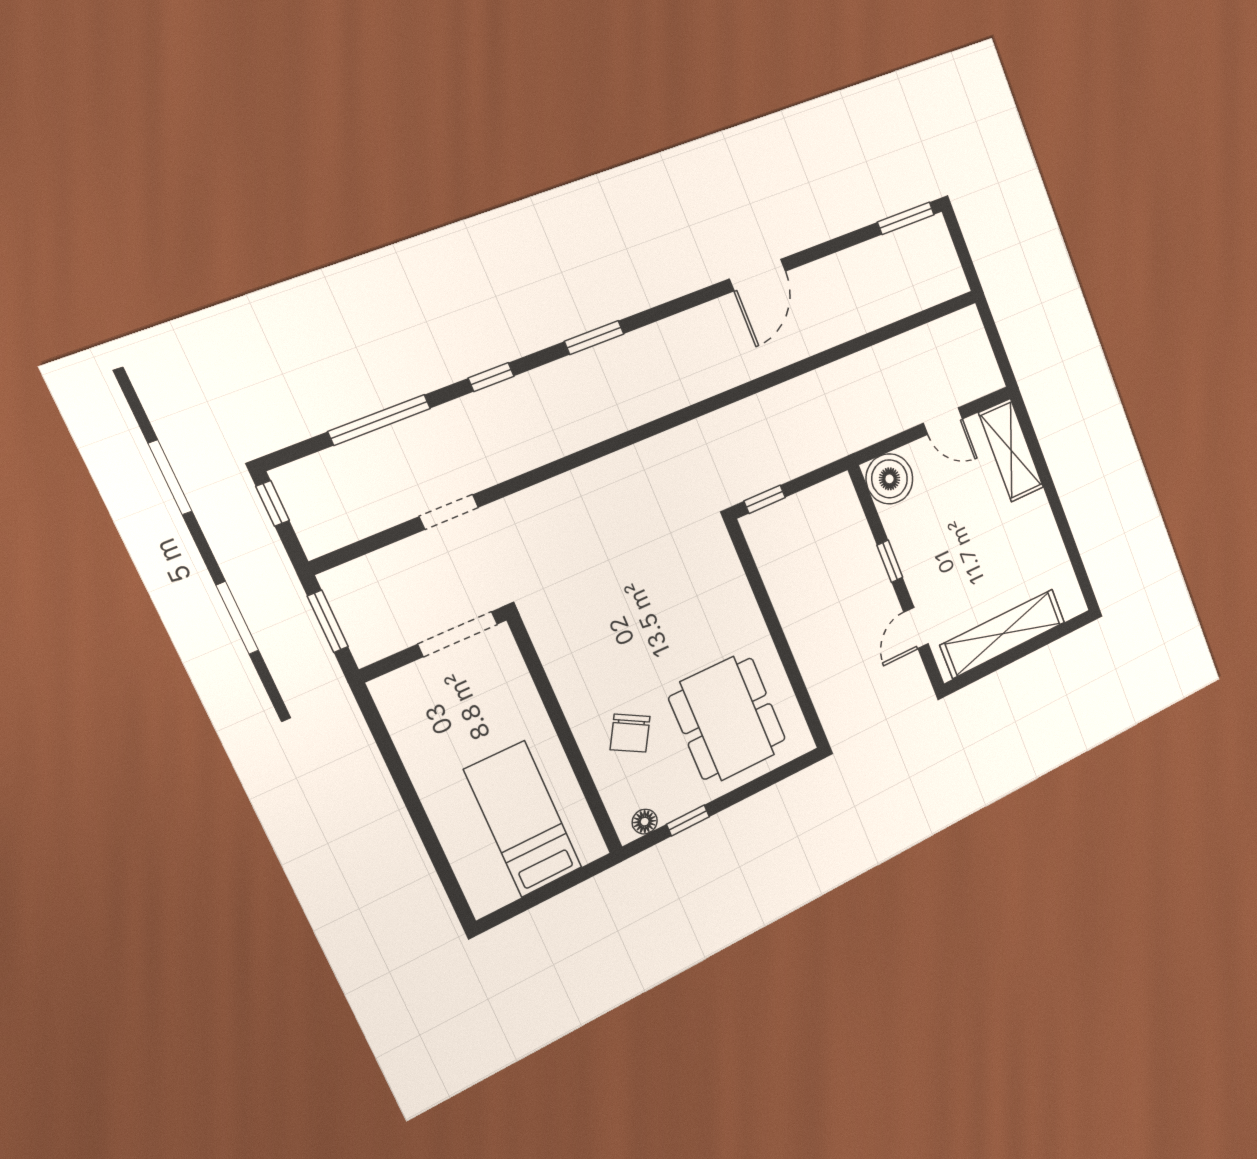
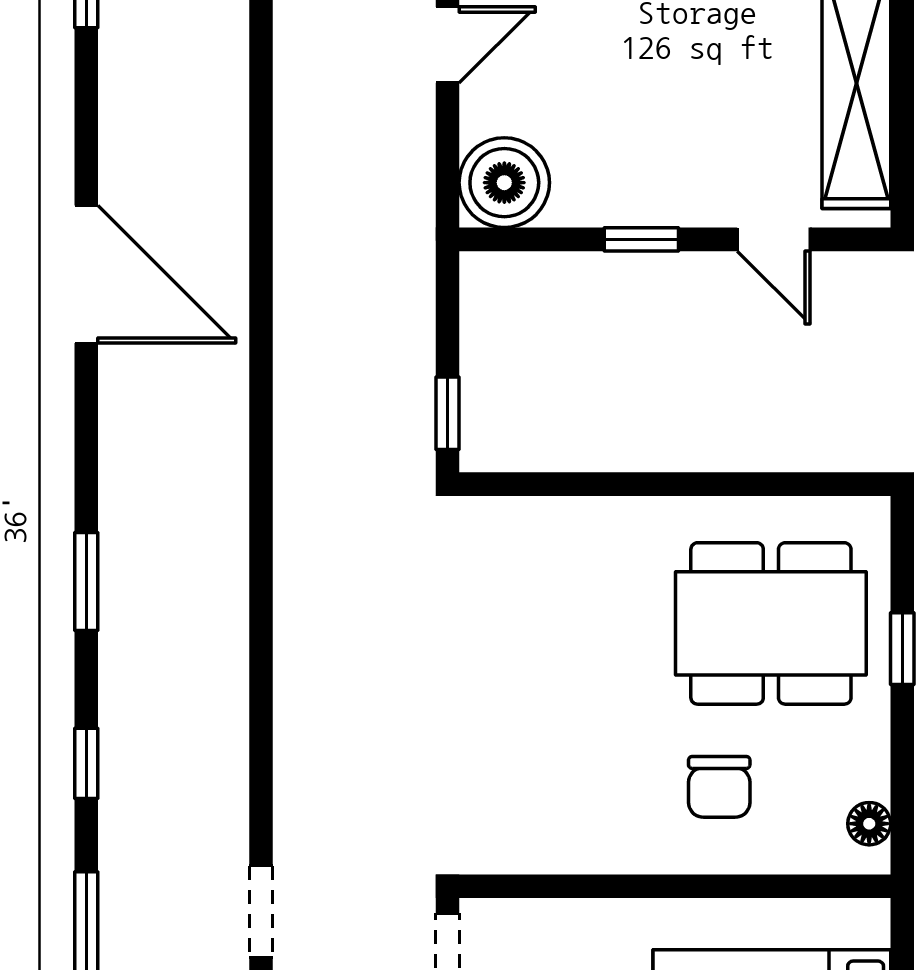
door: (757, 275) -> (86, 274), width x1.36
chair: (630, 733) -> (719, 787), turned 60
window: (688, 820) -> (902, 649), moved

